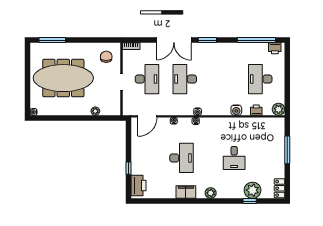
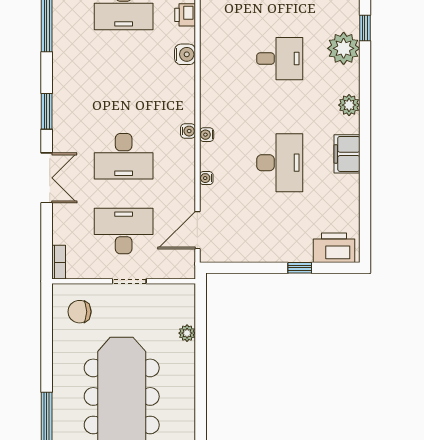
double door: (174, 40) -> (47, 178), width x0.73
door: (147, 116) -> (197, 230), swing flipped
desk: (181, 158) -> (280, 163), turned 90
plant: (253, 190) -> (344, 48), moved

